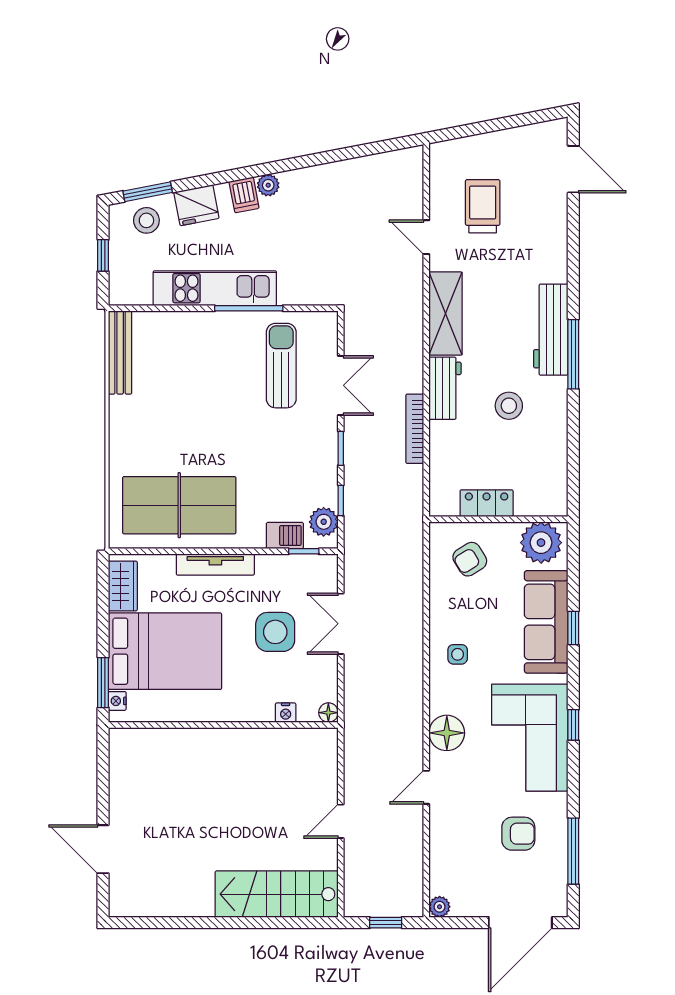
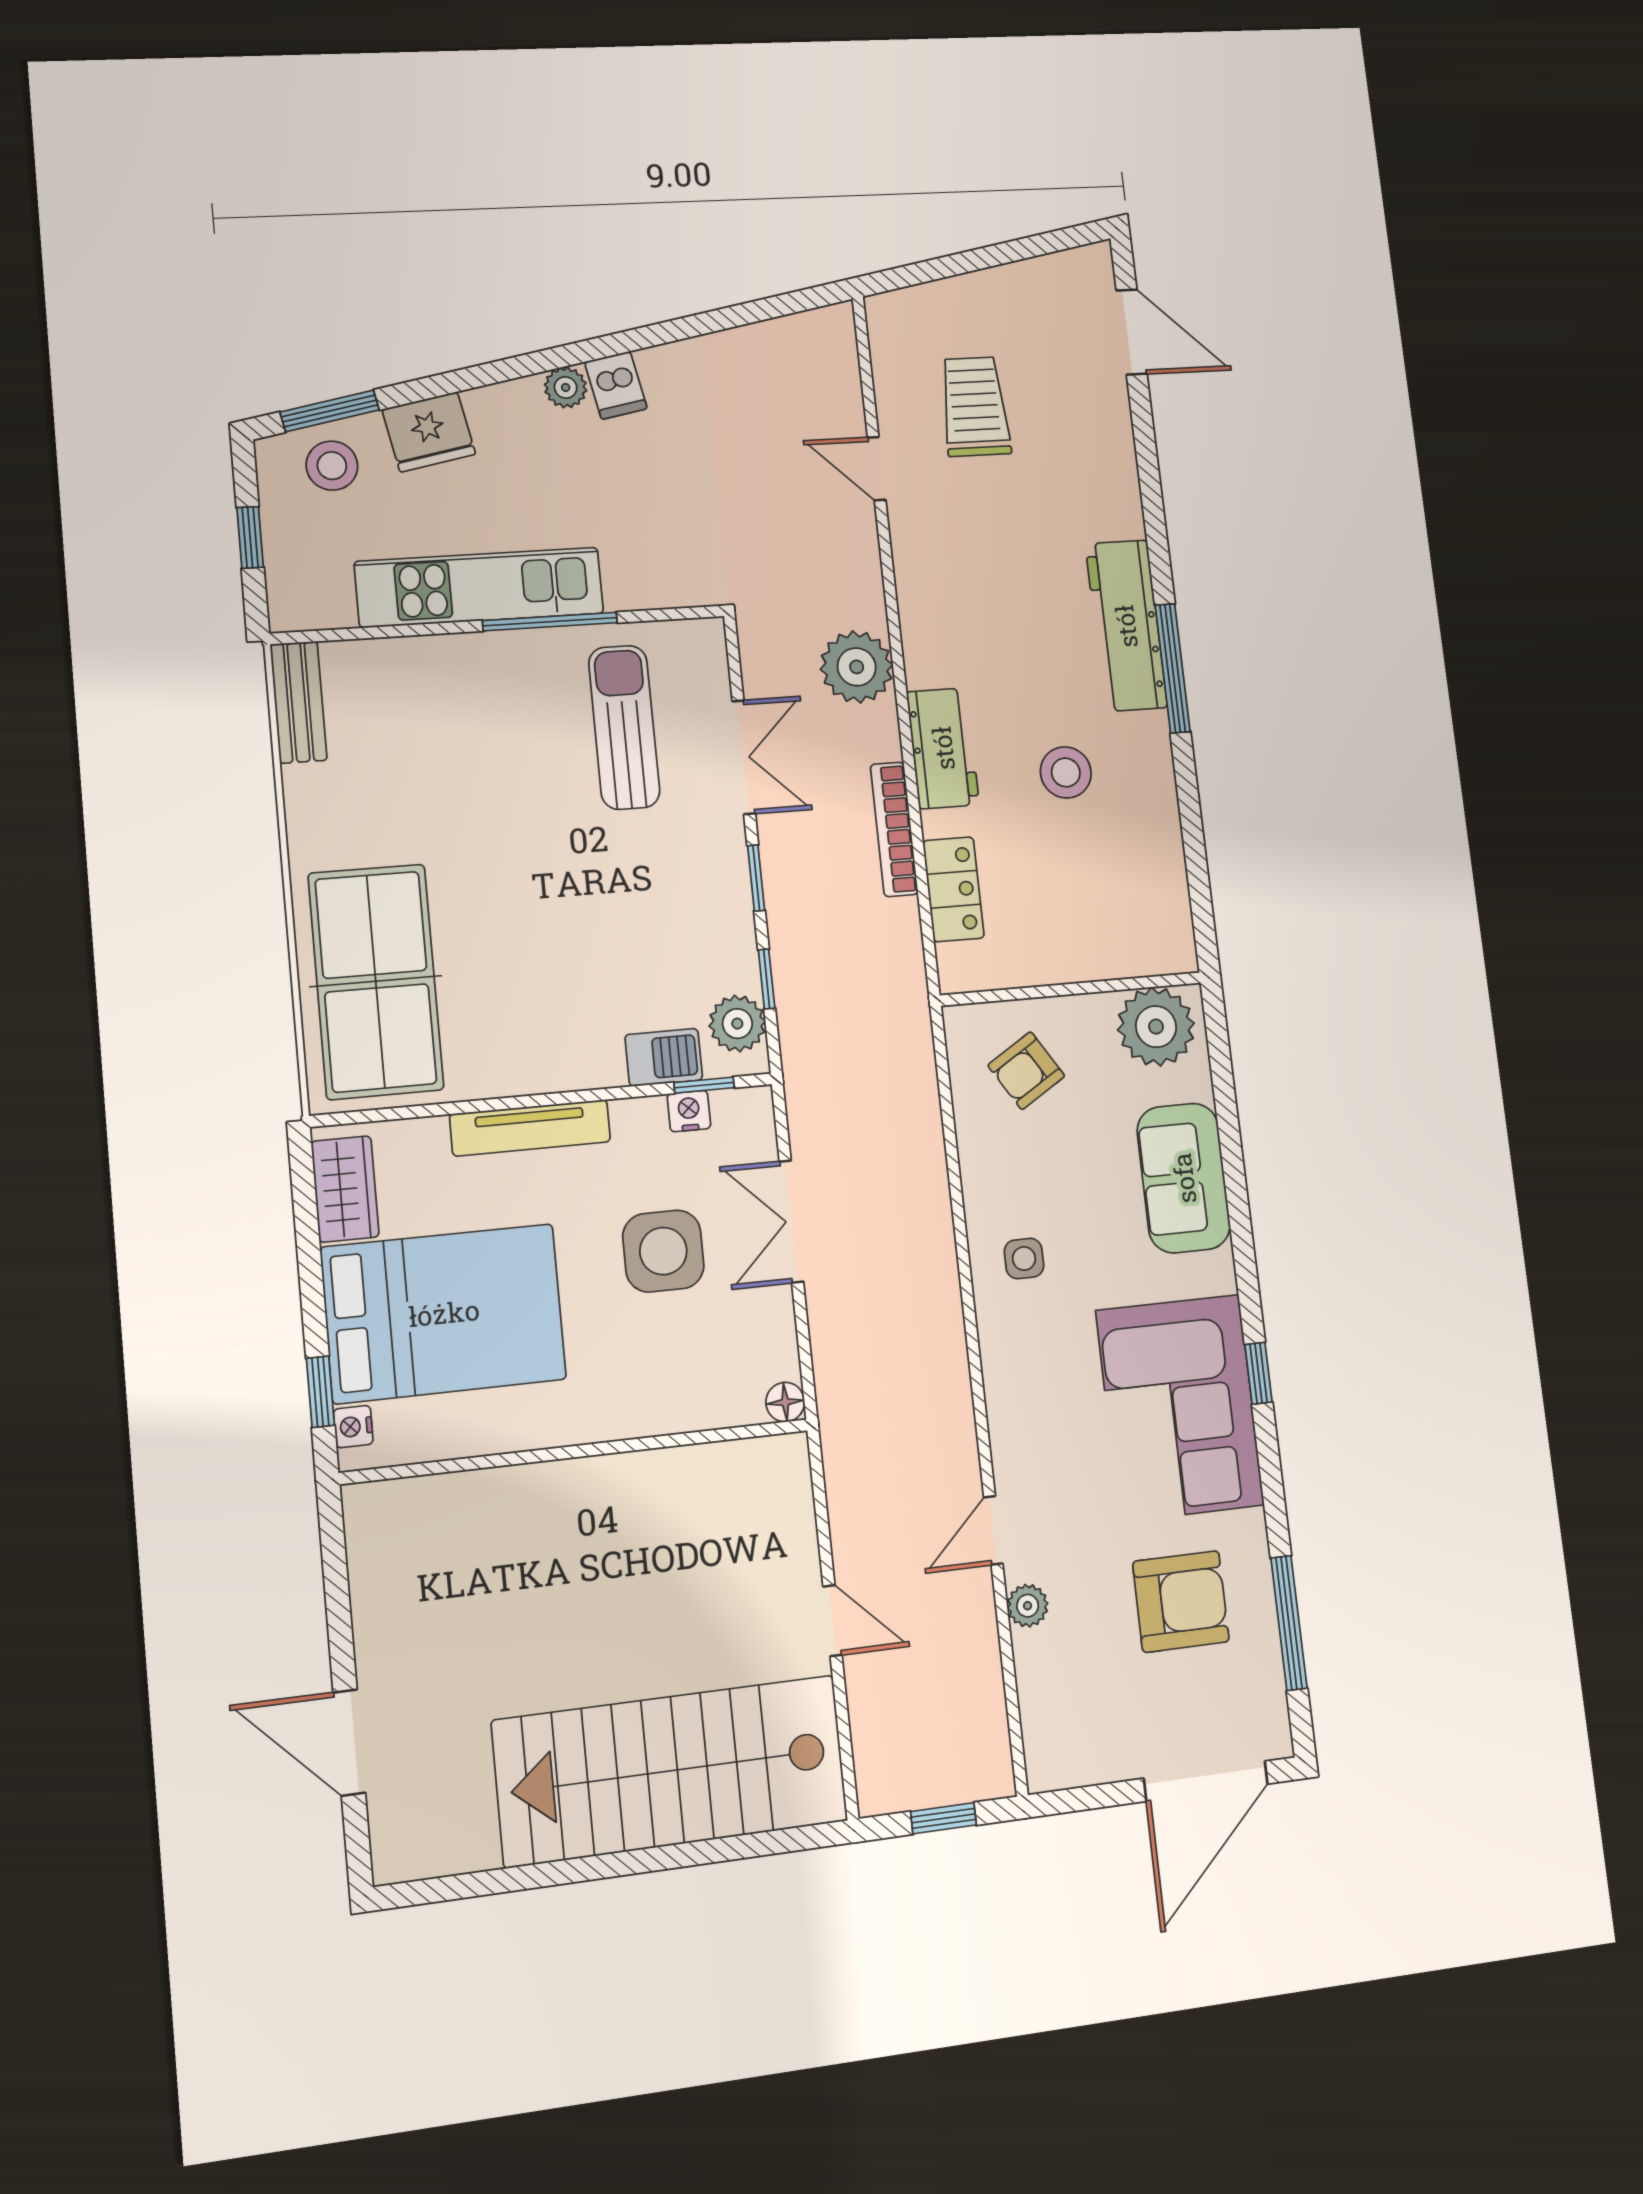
dishwasher: (244, 195) -> (616, 385), moved
shelving: (446, 313) -> (928, 608), removed
plant: (404, 342) -> (857, 667), added
bench: (120, 353) -> (299, 702), width x0.73
locker: (487, 503) -> (953, 889), moved, turned 90
table tennis table: (179, 505) -> (376, 981), moved, turned 90
sofa: (546, 622) -> (1184, 1178), width x0.73
window: (573, 628) -> (1236, 1185), removed
window: (103, 683) -> (320, 1392), width x0.67
nightstand: (286, 713) -> (689, 1111), moved, turned 180
floor lamp: (447, 733) -> (1021, 1417), removed
door: (341, 821) -> (832, 1621), swing flipped
armchair: (518, 834) -> (1181, 1602), width x1.38, depth x1.38
stairs: (277, 894) -> (671, 1771), width x1.36, depth x1.51
plant: (440, 907) -> (1028, 1606), moved

